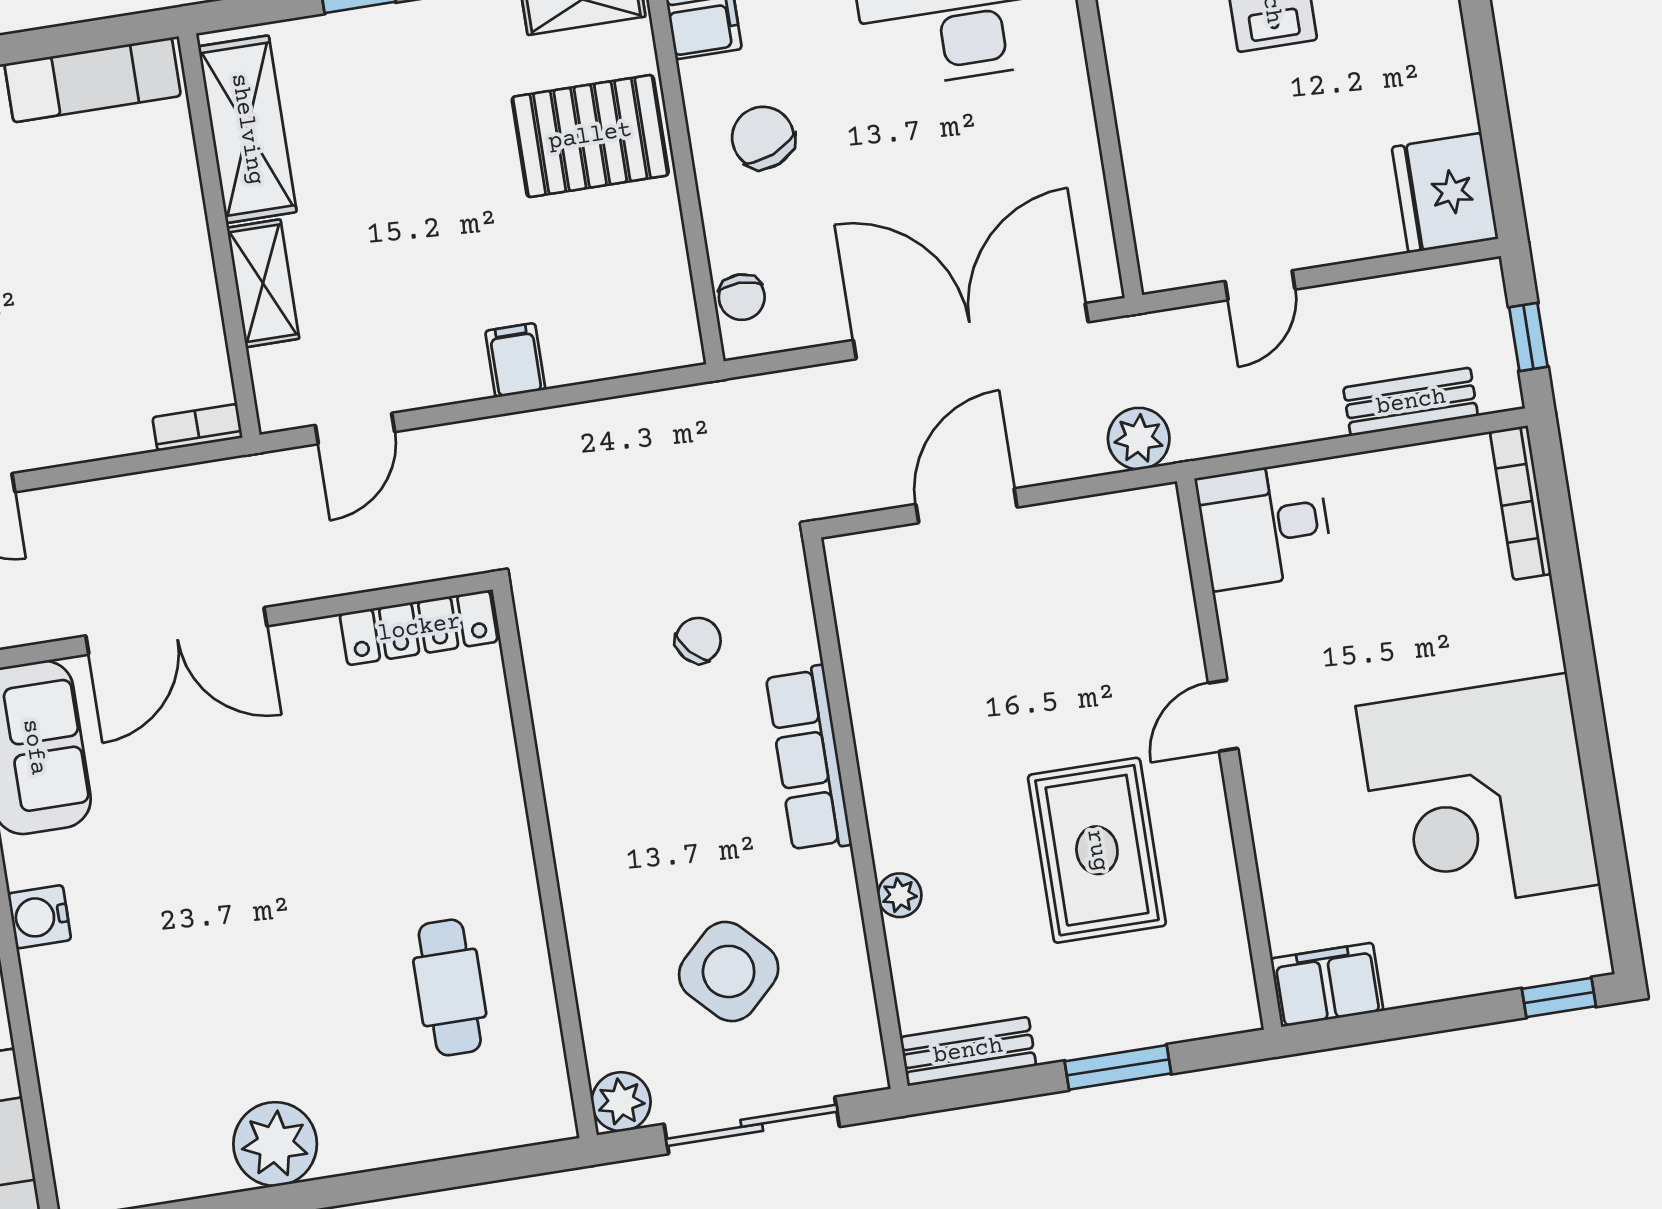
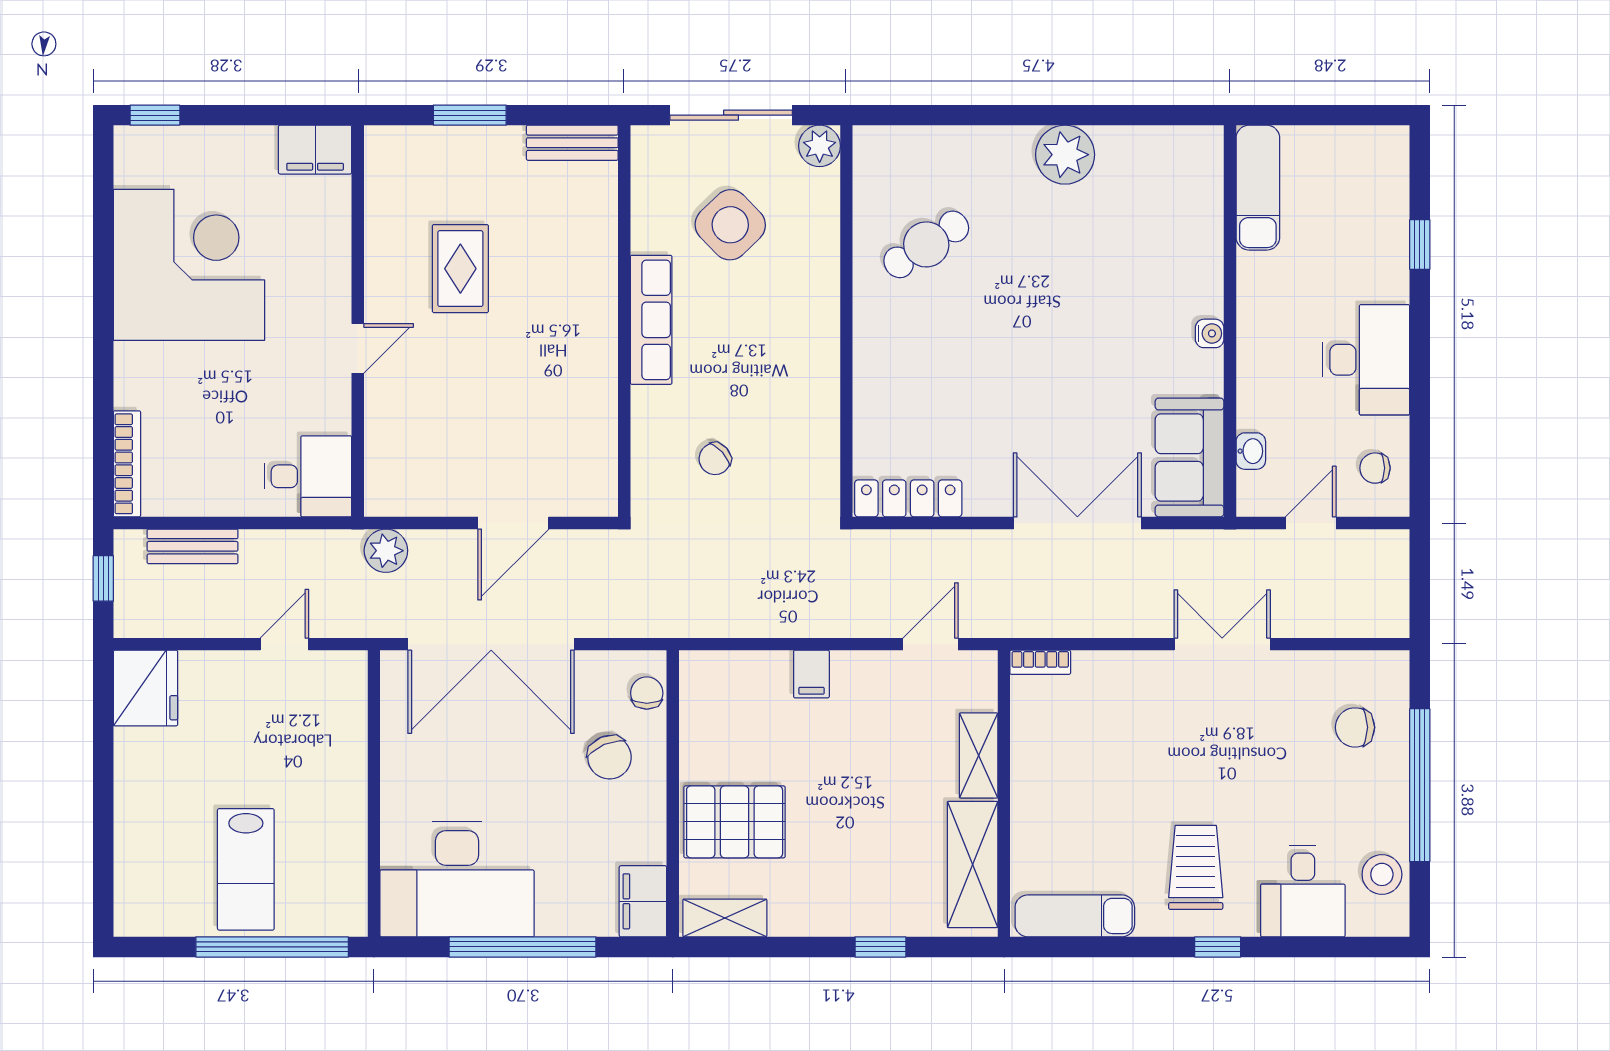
chair: (763, 138) -> (609, 757), moved
row of seats: (809, 759) -> (651, 320), moved
rug: (1097, 850) -> (460, 269), width x0.73, depth x0.70
plant: (900, 895) -> (603, 259), removed
water cooler: (39, 917) -> (1210, 333), width x0.72, depth x0.72
cafe table: (450, 987) -> (926, 244), turned 57

